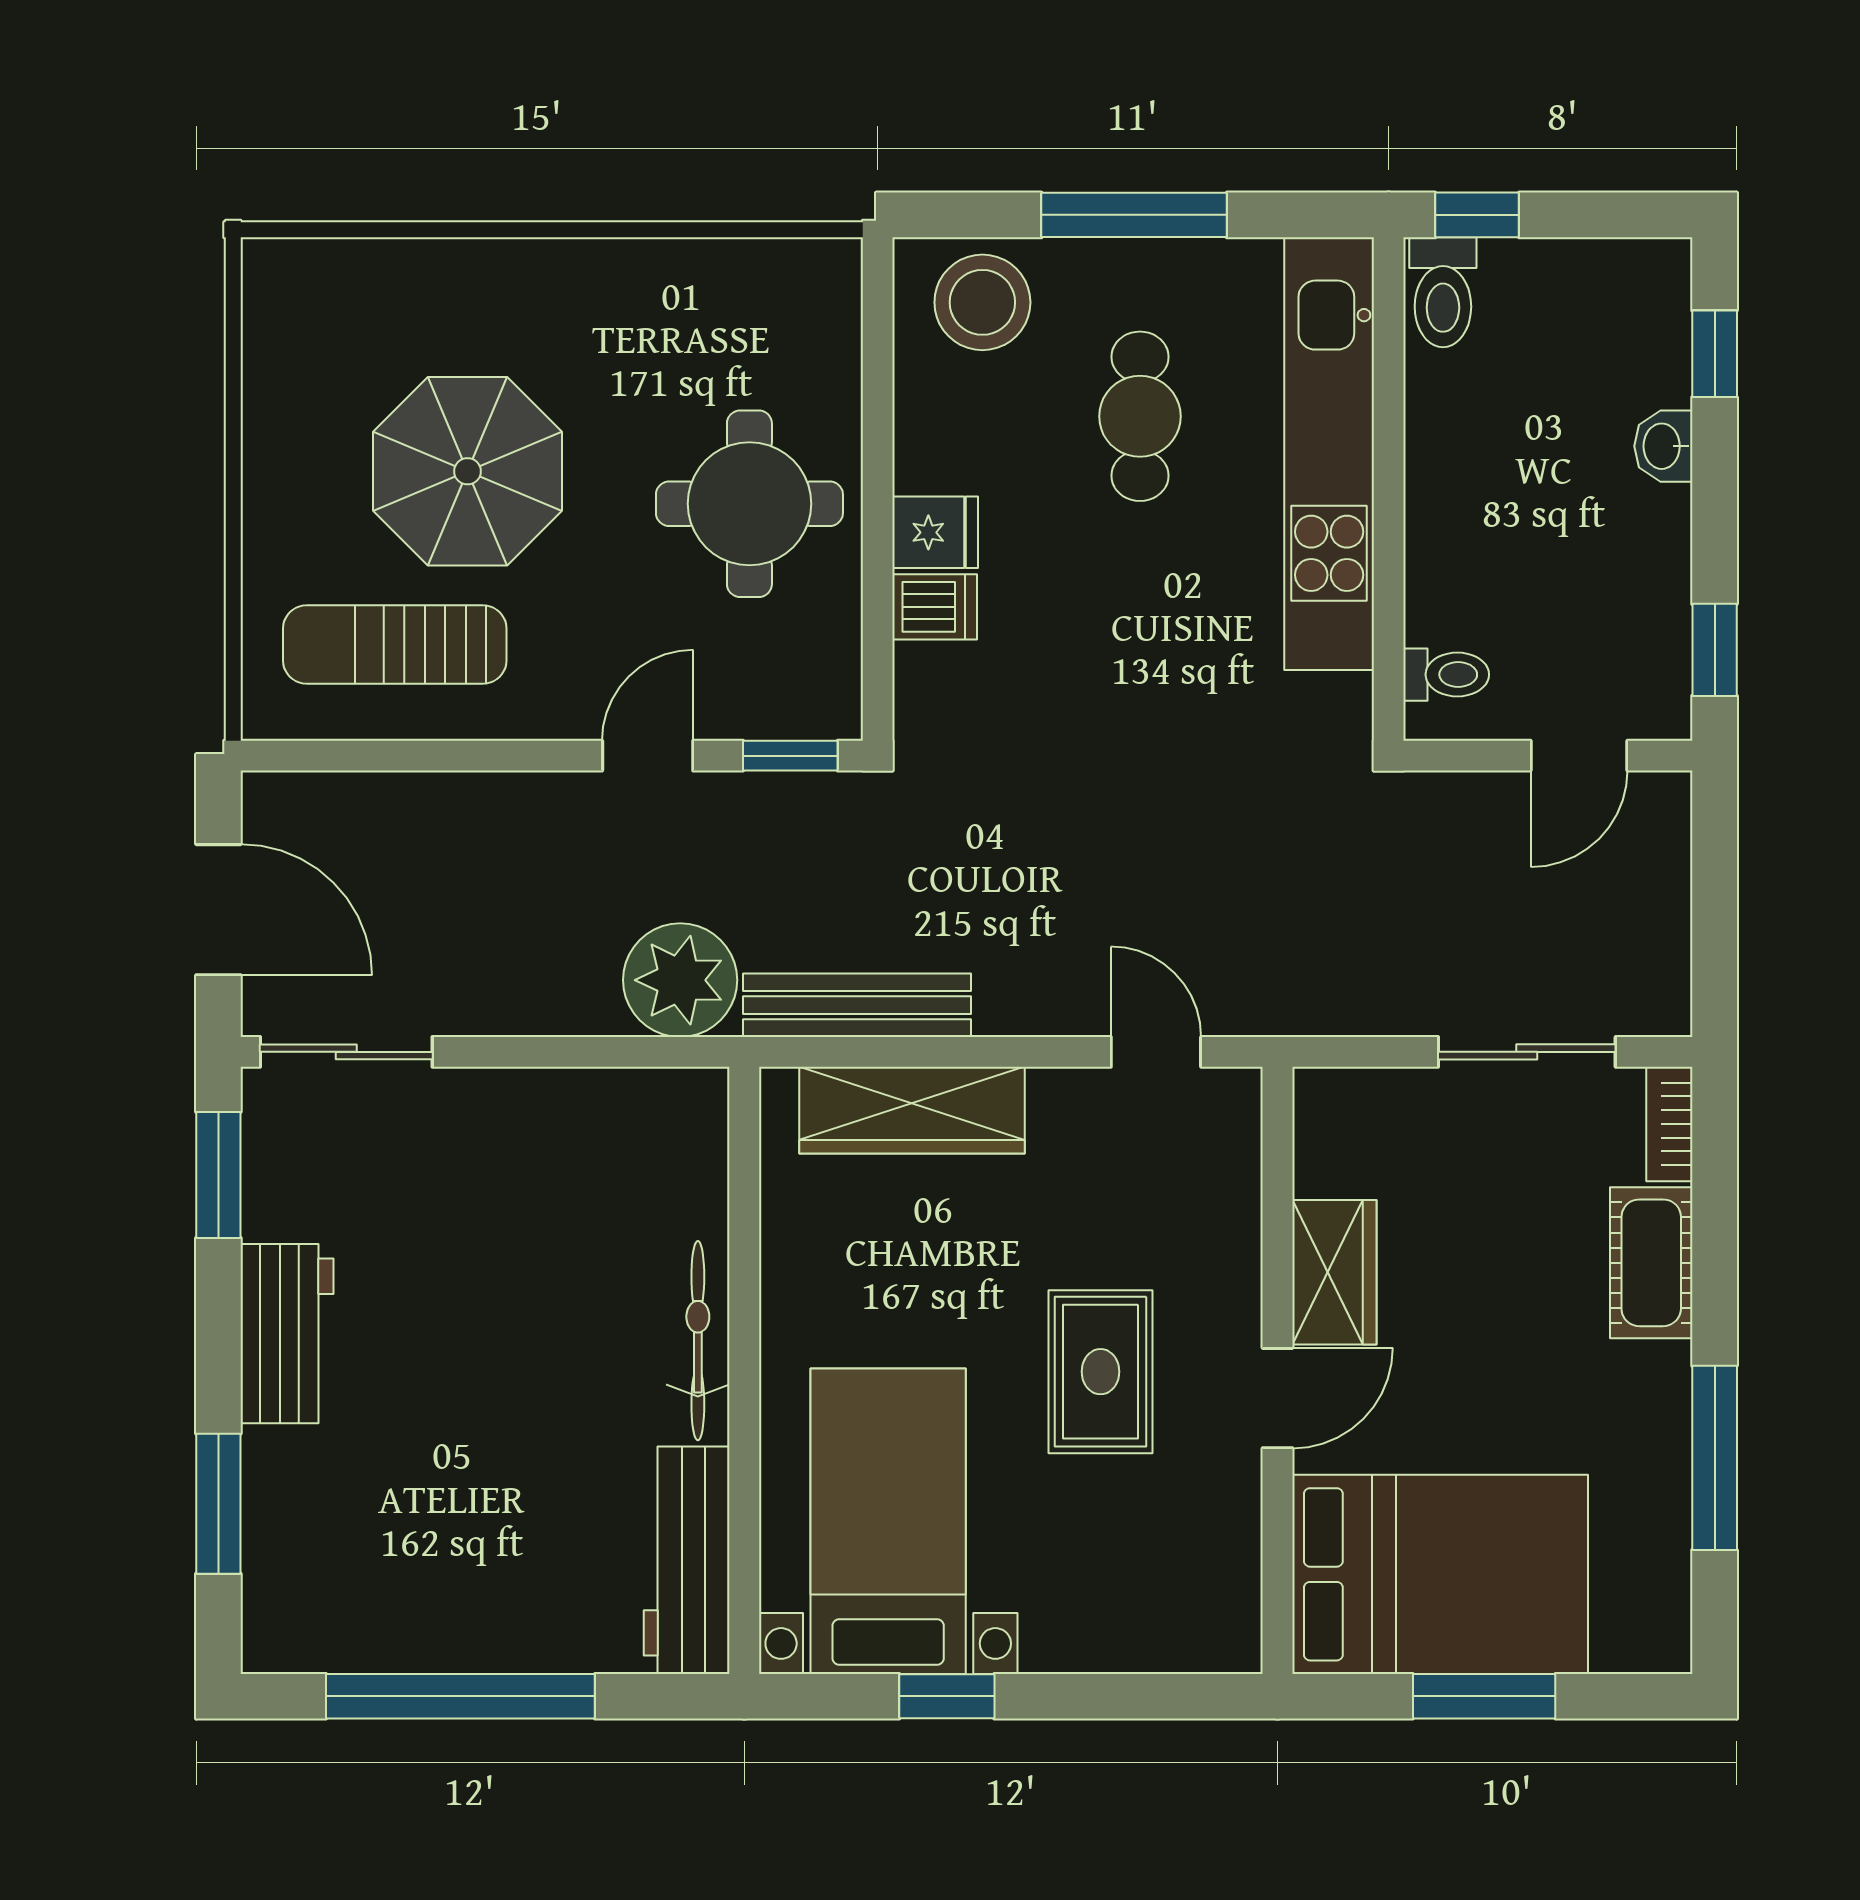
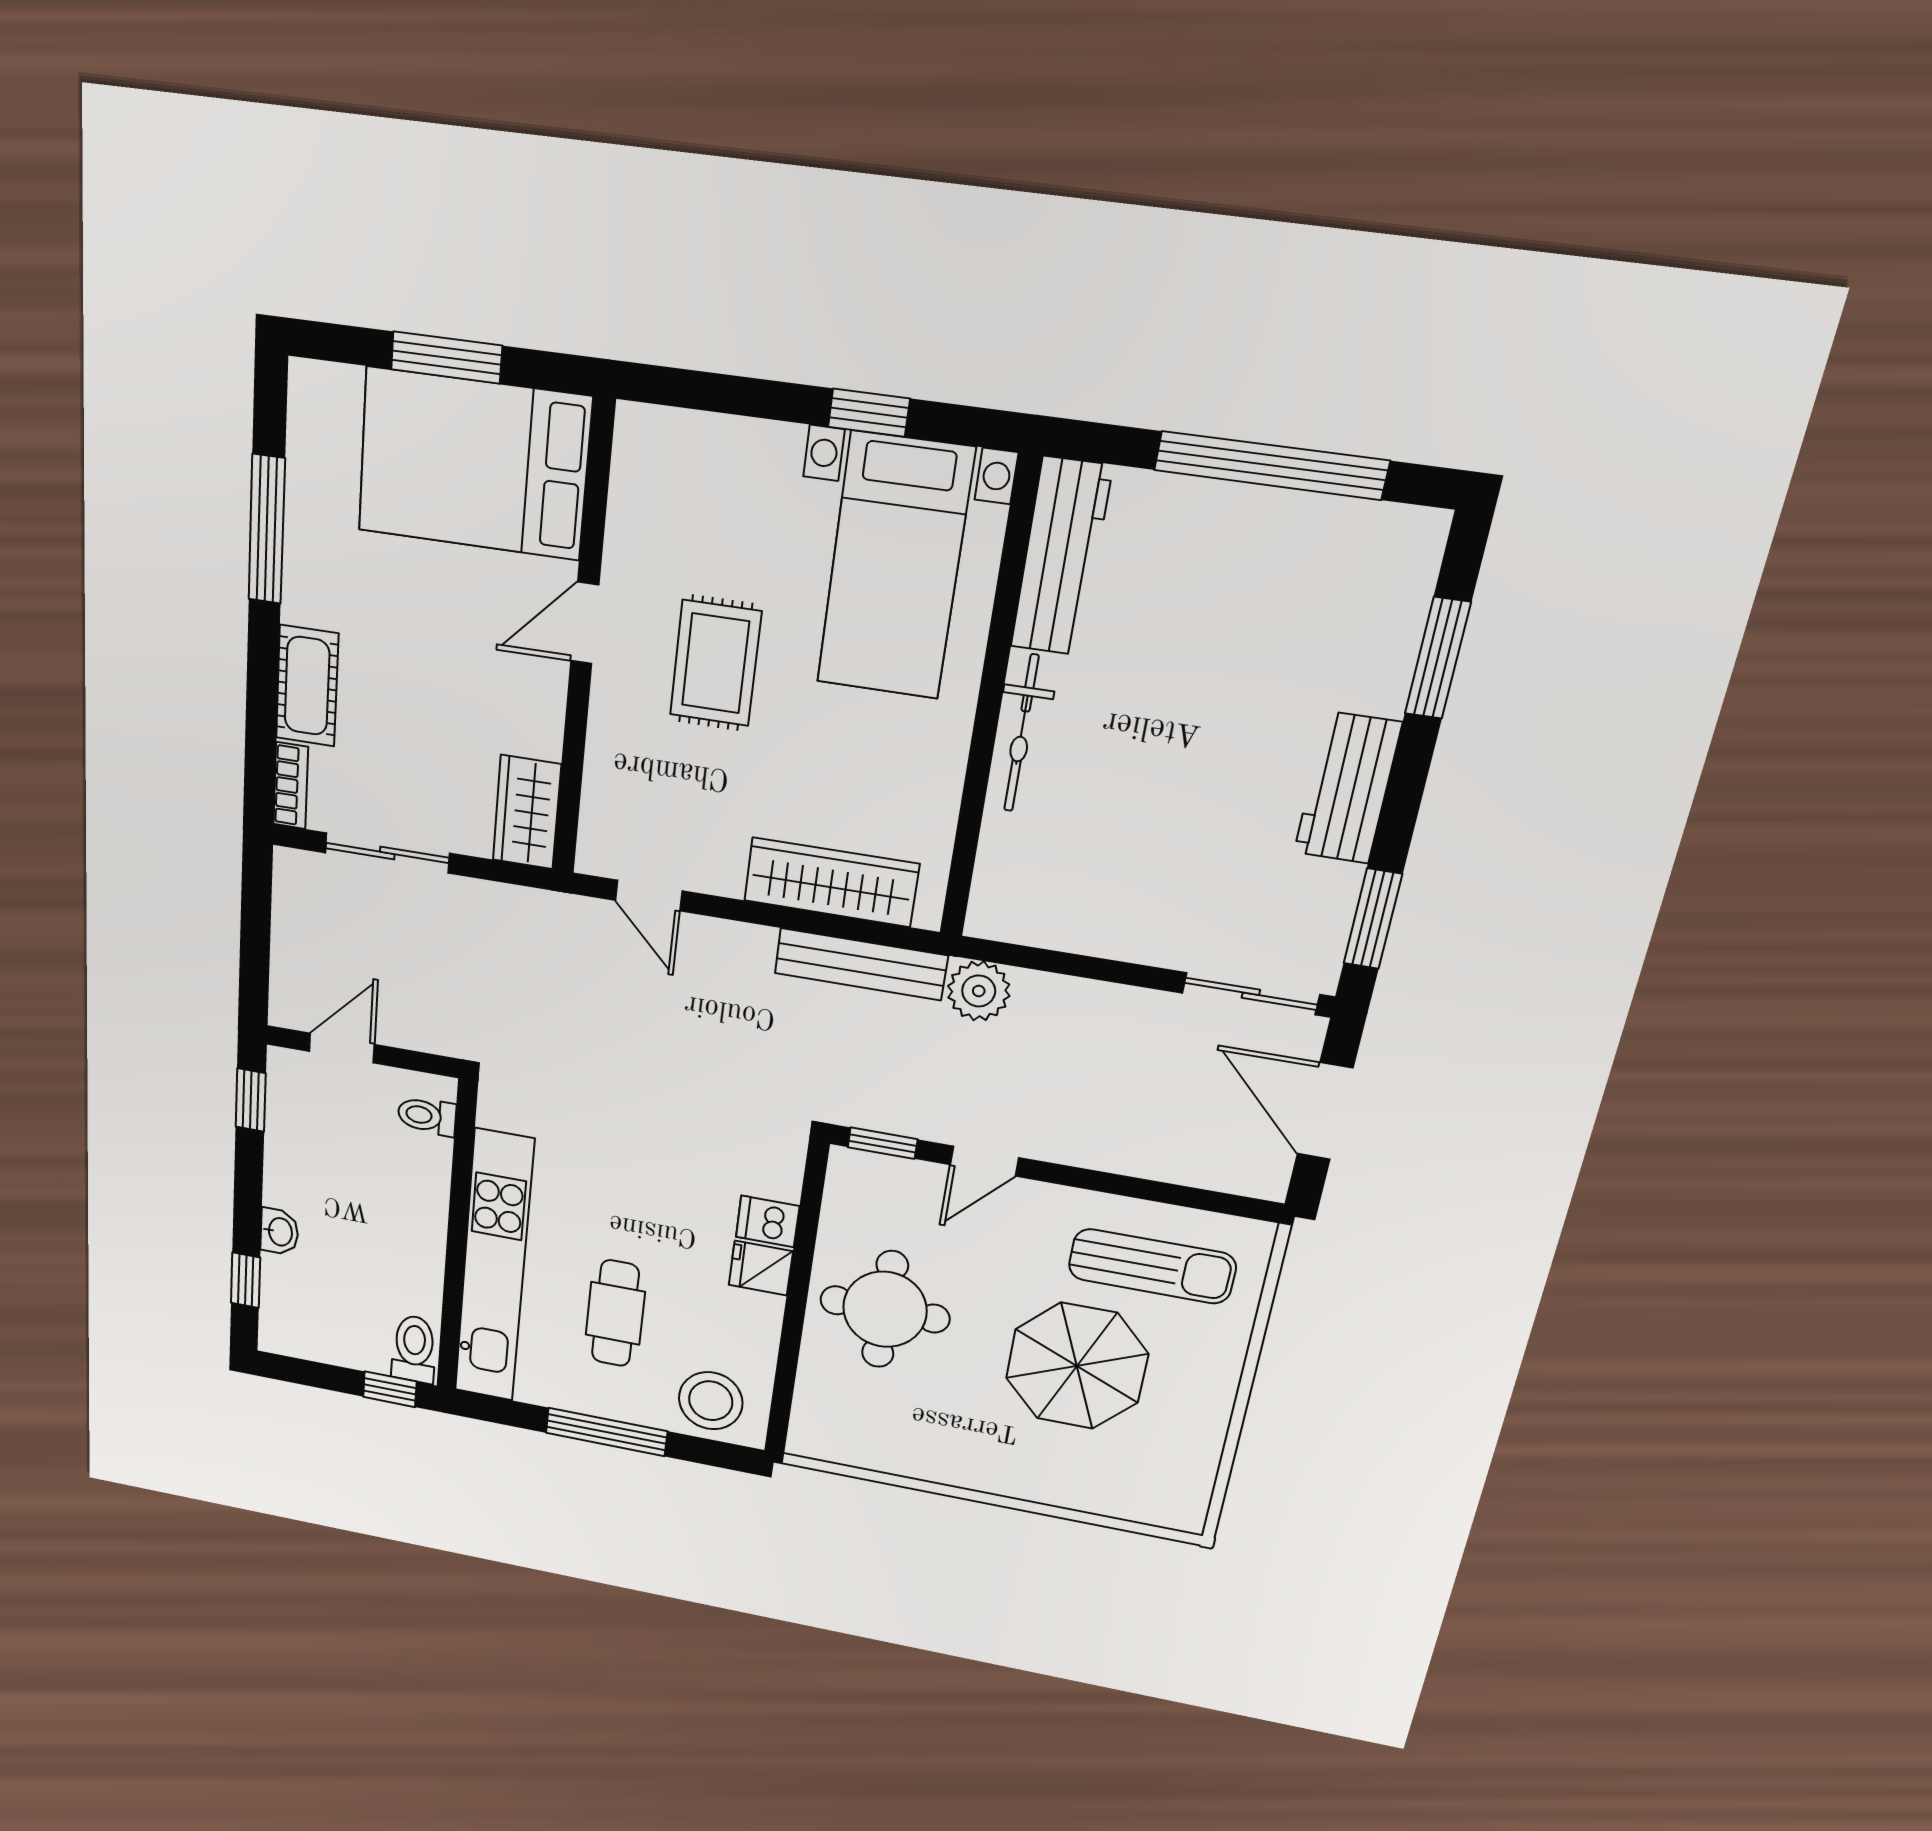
plant: (680, 980) -> (979, 991), width x0.73, depth x0.73
wardrobe: (1334, 1272) -> (527, 812), moved

